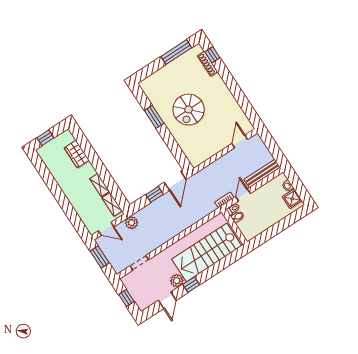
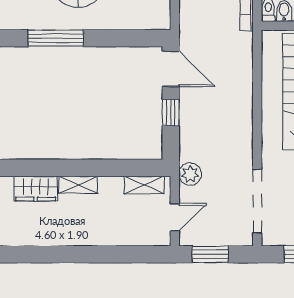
window: (154, 117) -> (56, 38), width x1.44
shelving: (100, 185) -> (78, 185), moved
doorway: (139, 263) -> (257, 201), width x1.88

